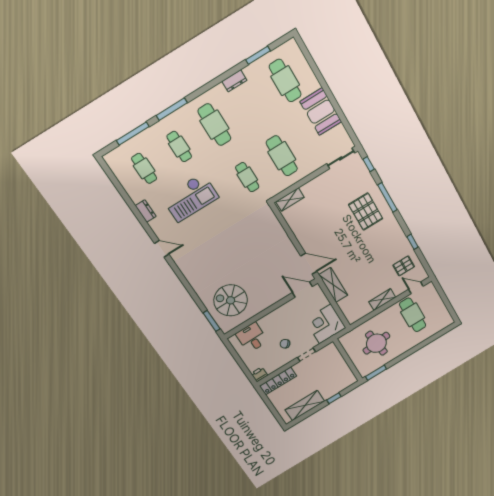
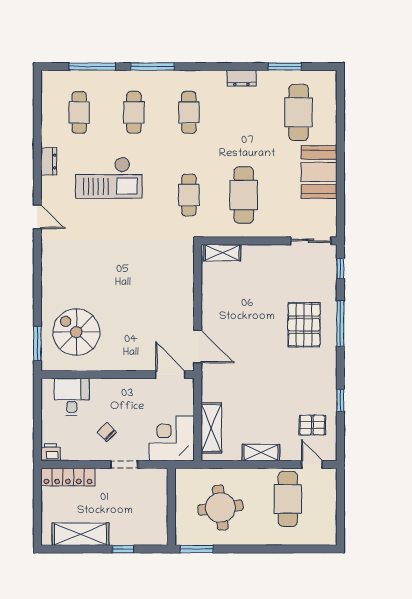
cafe table: (214, 125) -> (189, 112), width x0.73, depth x0.74
shelving: (333, 285) -> (211, 428), moved

